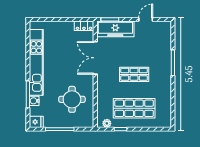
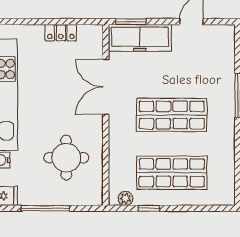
locker: (84, 26) -> (61, 33), moved
shop shelf: (134, 74) -> (172, 115), width x1.43, depth x1.36

